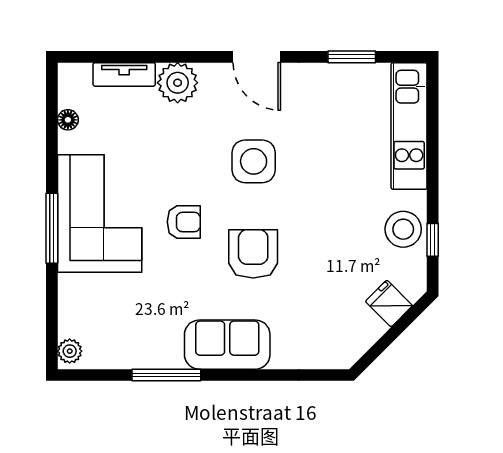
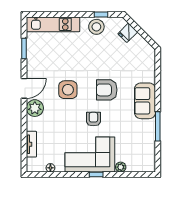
plant: (178, 83) -> (35, 108), moved
window: (52, 228) -> (96, 175), width x0.46
plant: (70, 351) -> (121, 167), moved

